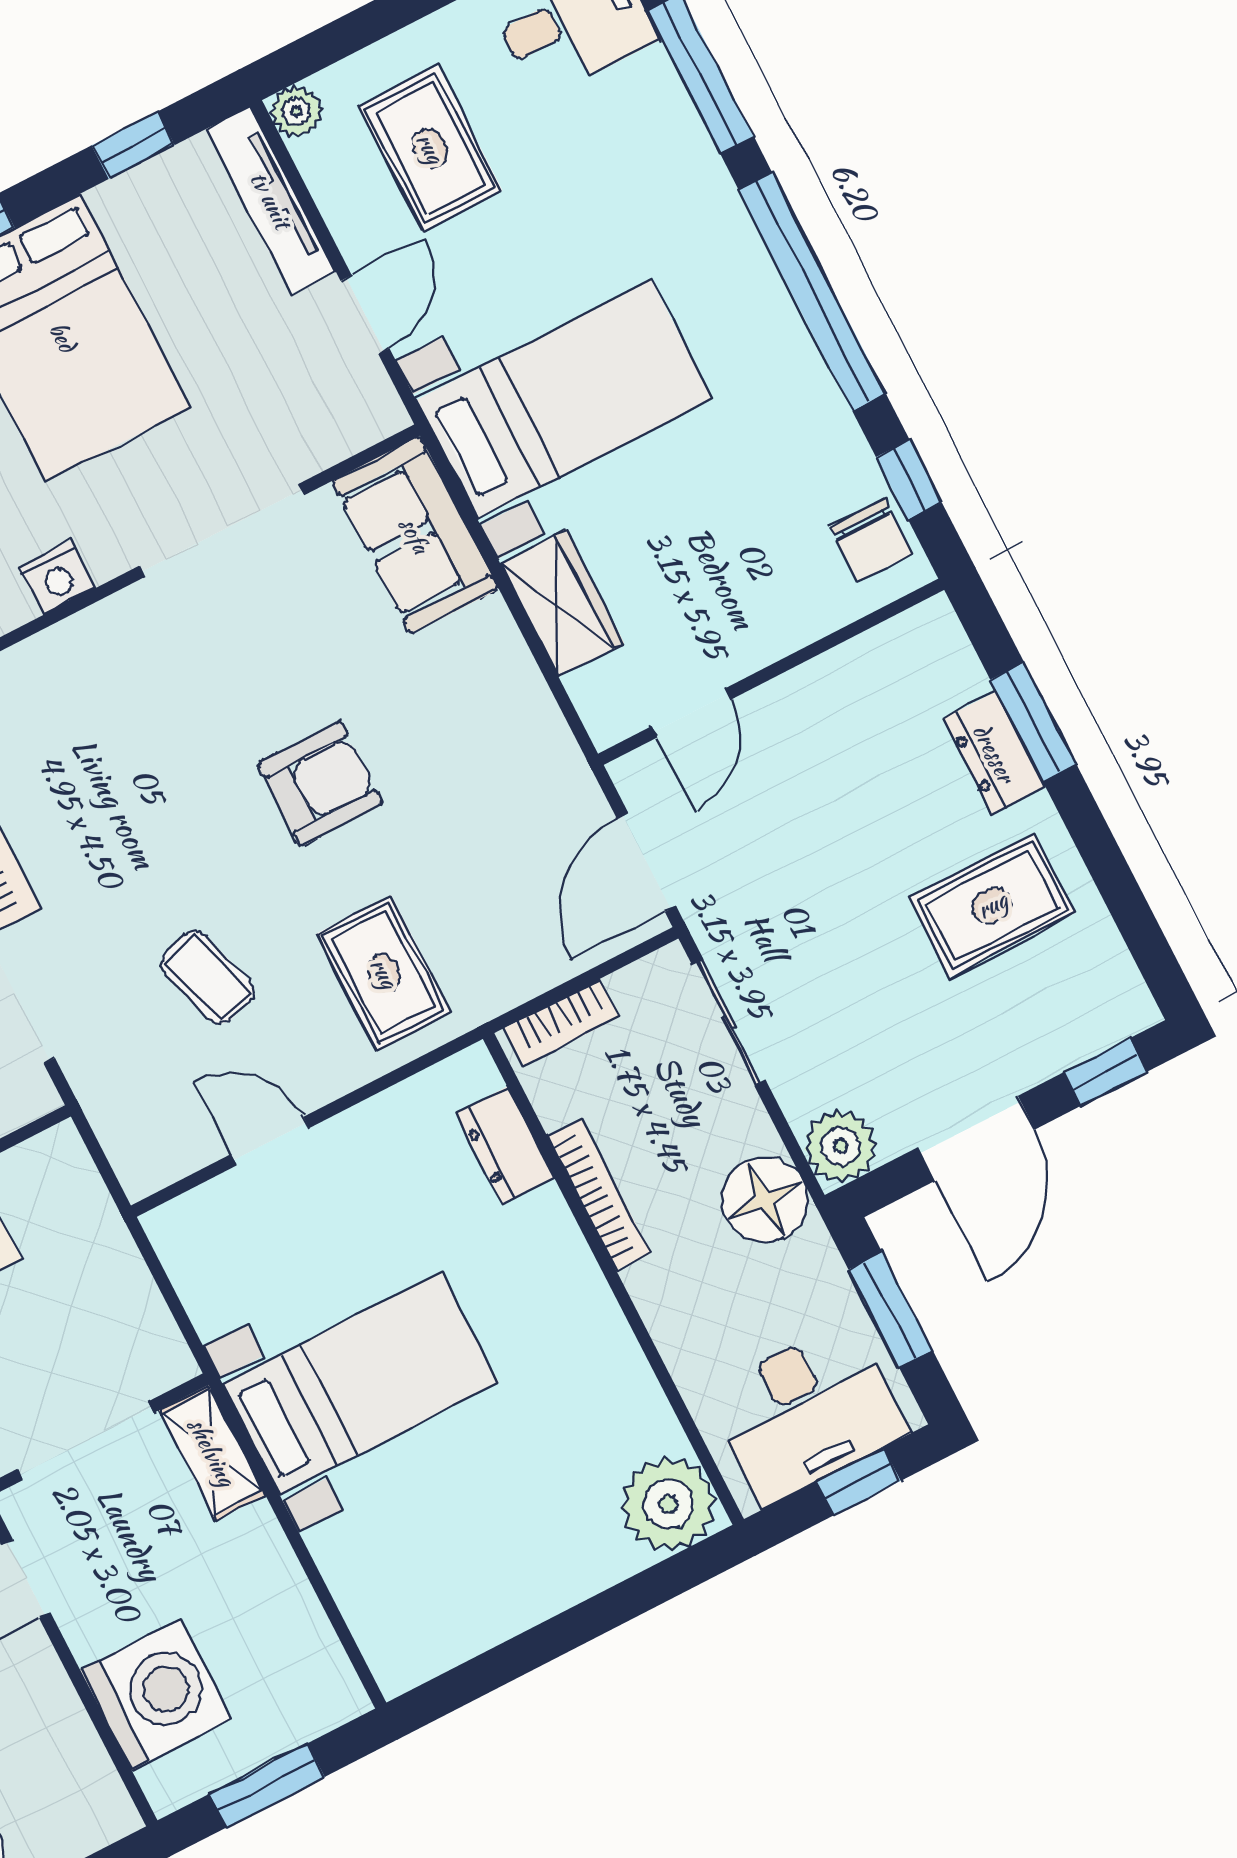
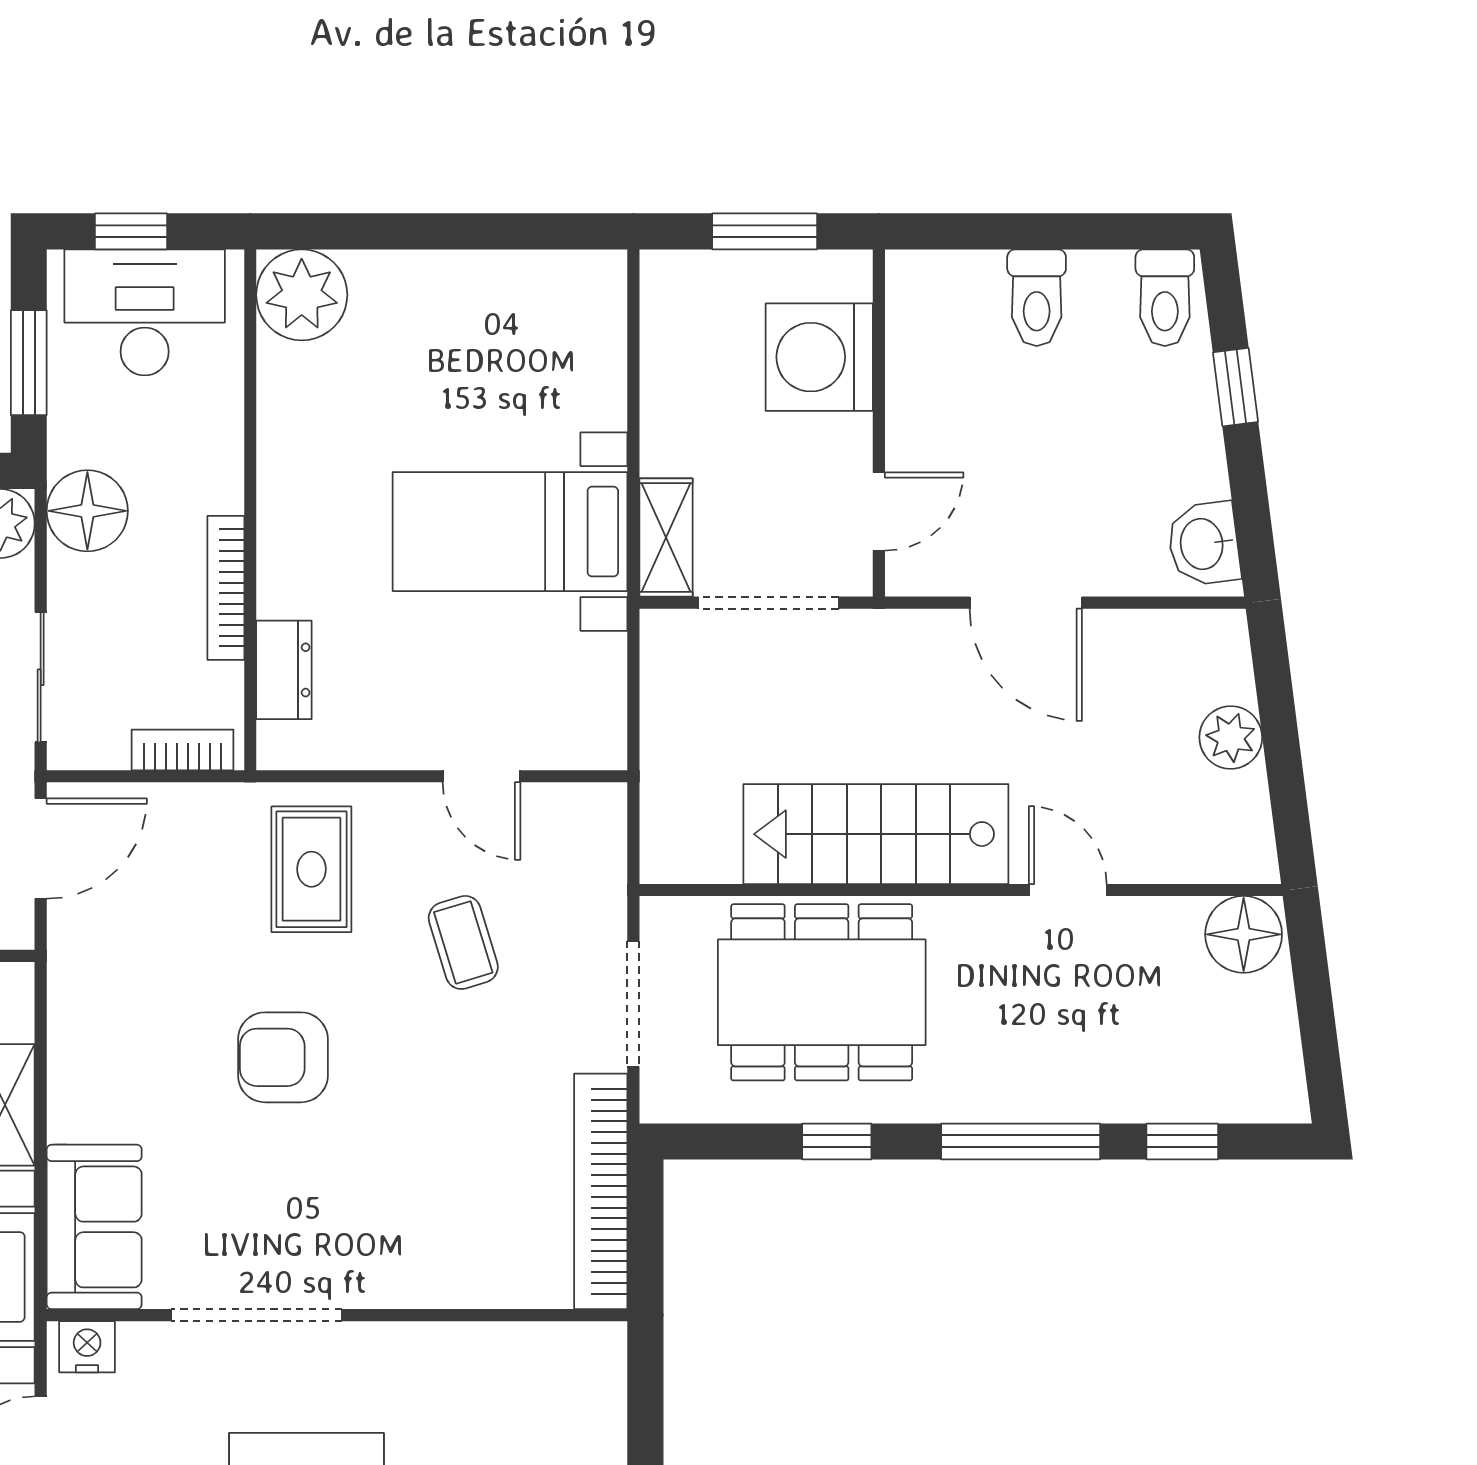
nightstand: (57, 578) -> (87, 1347), moved

